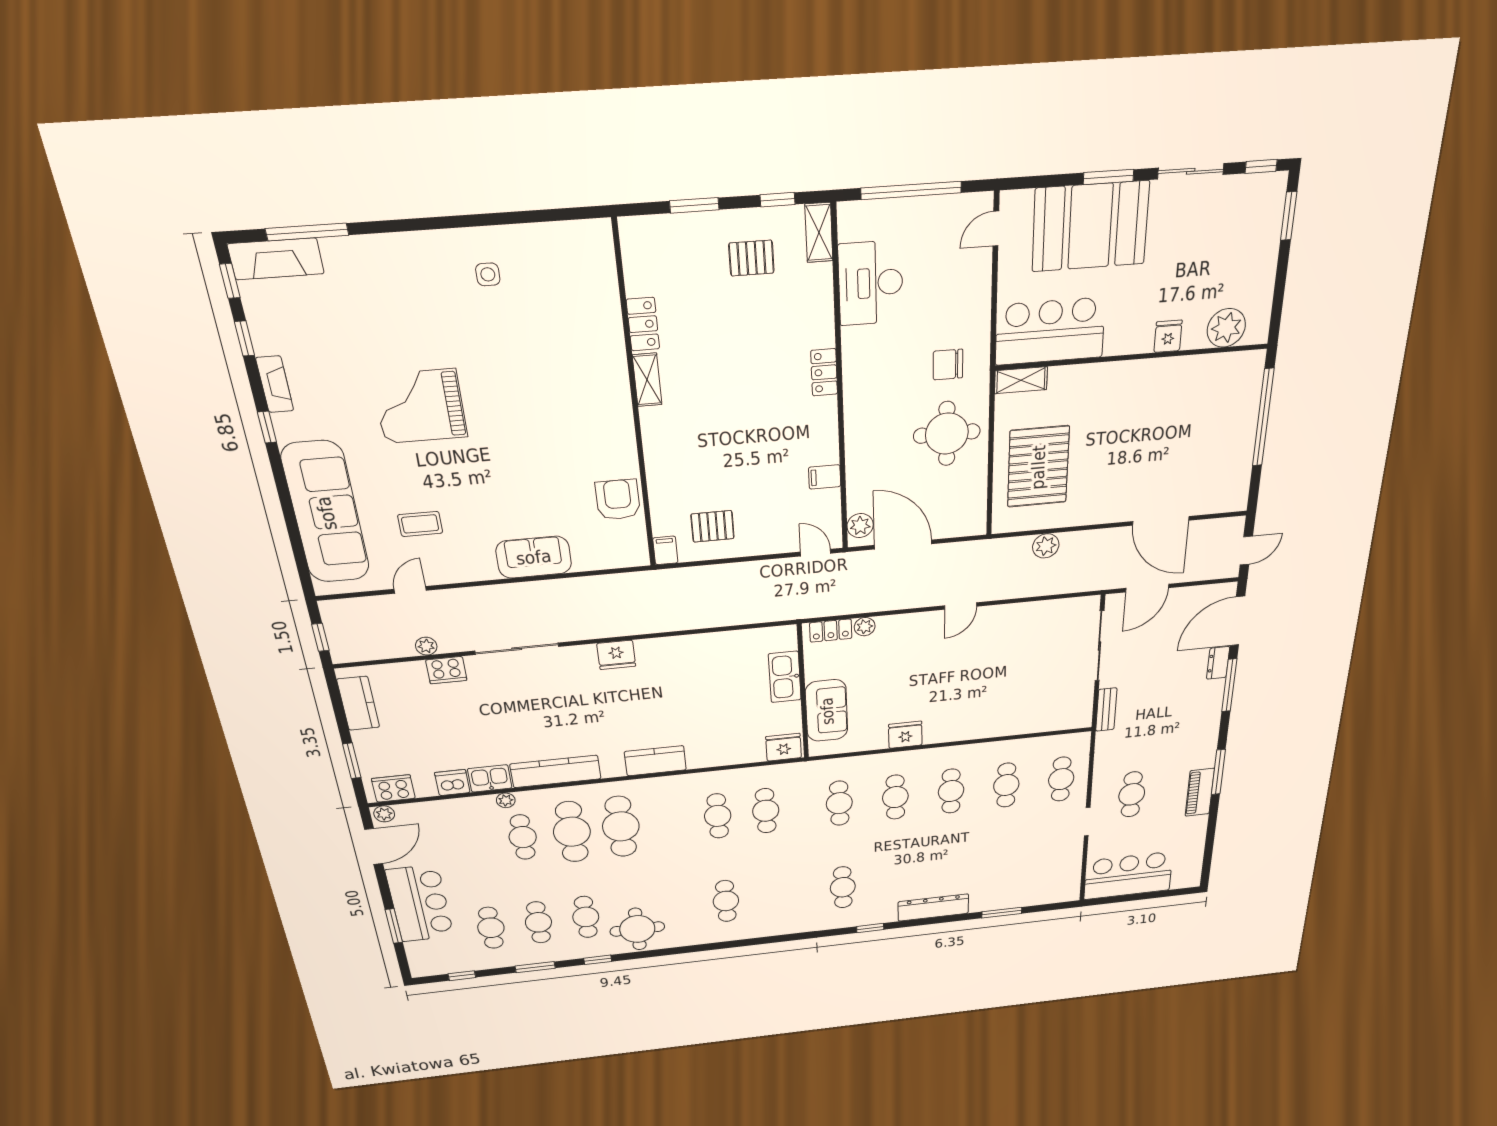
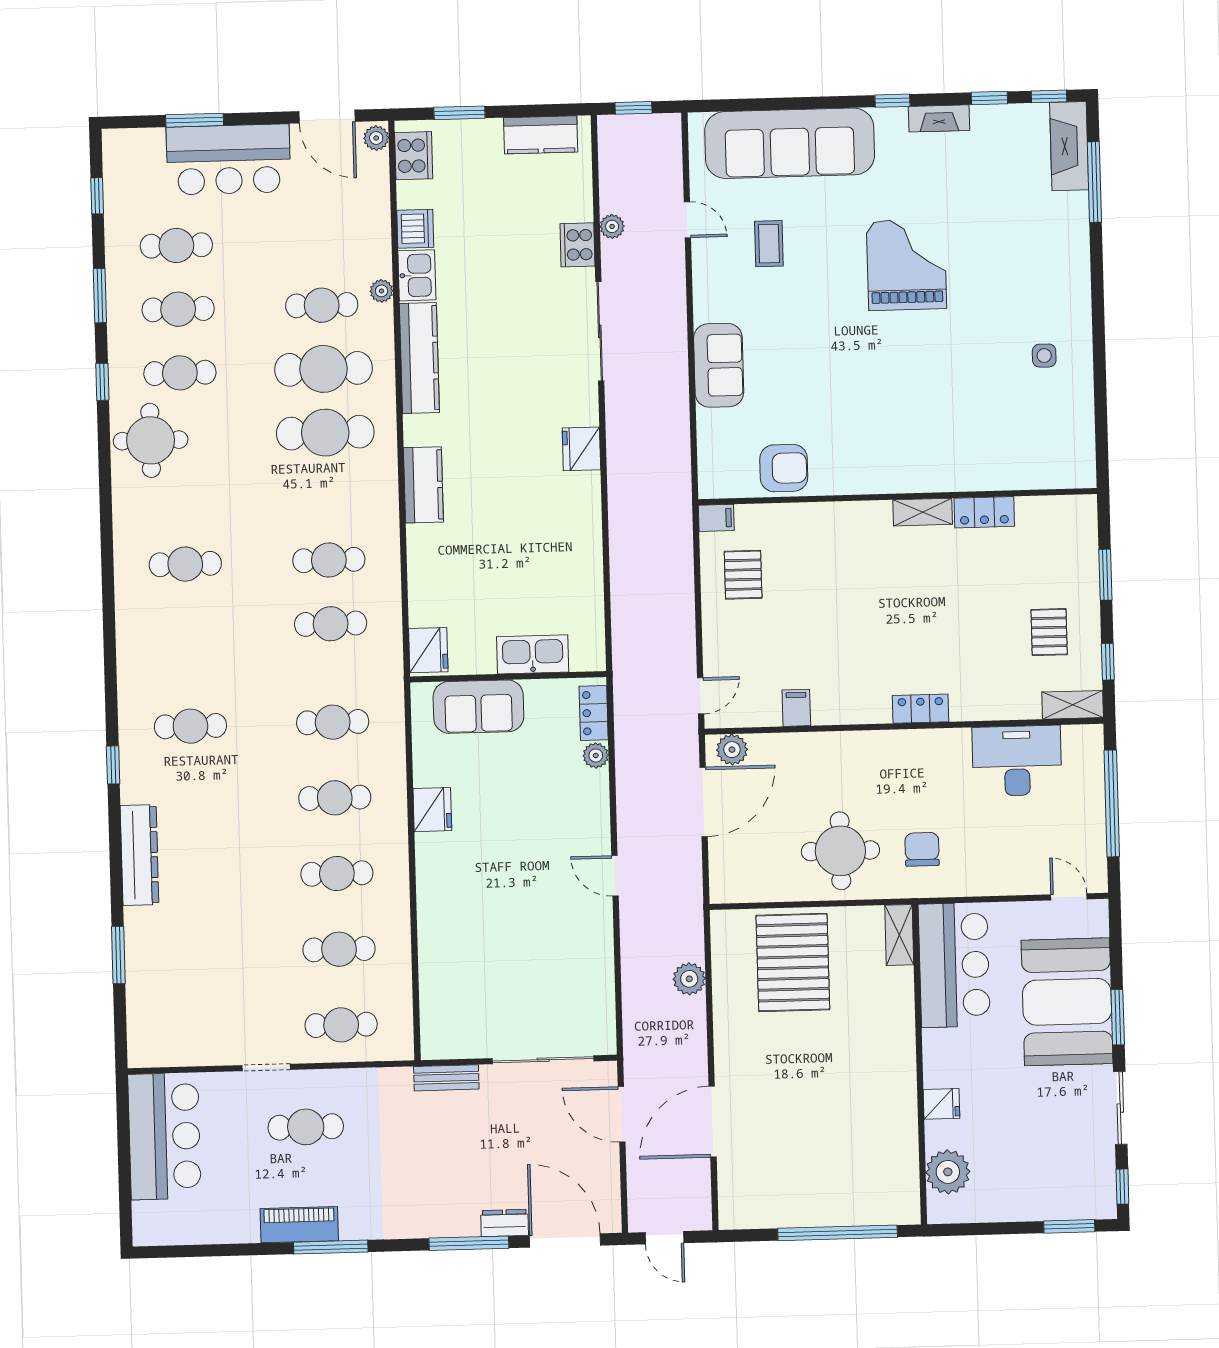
pallet: (1038, 467) -> (793, 962), turned 90

